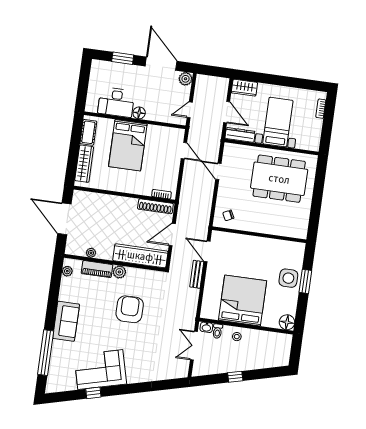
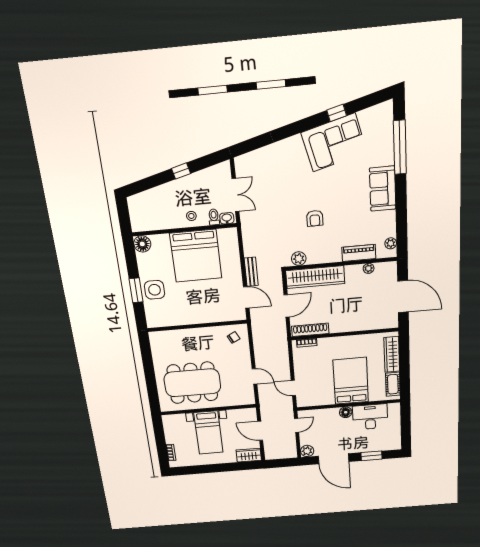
dresser: (240, 135) -> (242, 414), removed
plant: (119, 272) -> (299, 259), moved
armchair: (130, 309) -> (315, 218), width x0.53, depth x0.53

